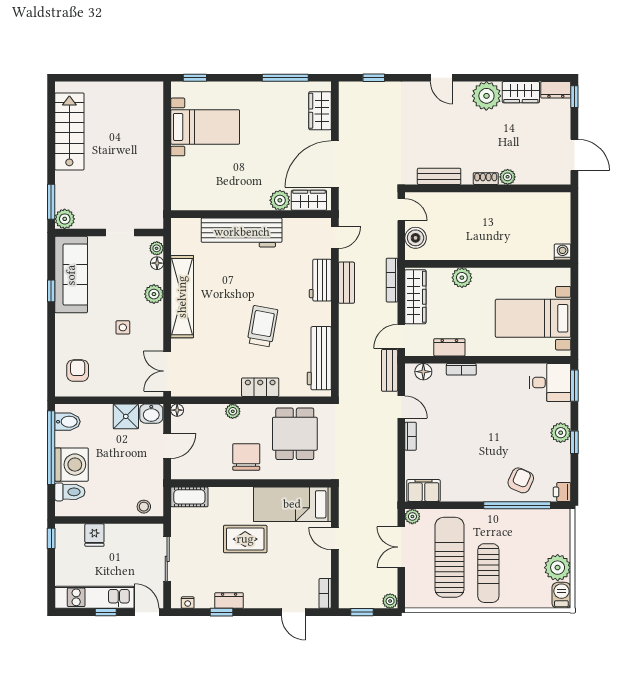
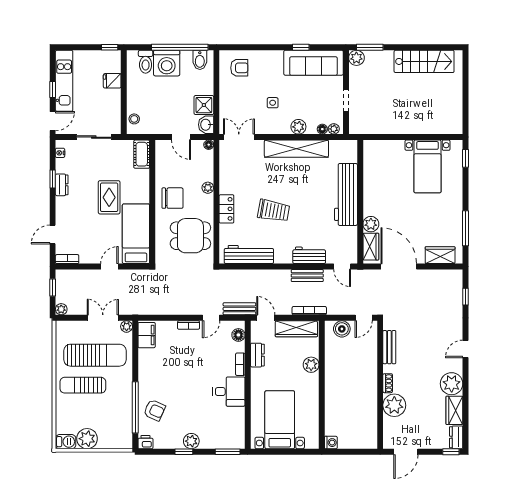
plant: (508, 177) -> (394, 405), width x1.88, depth x1.88
desk: (550, 383) -> (229, 392), moved, turned -90

